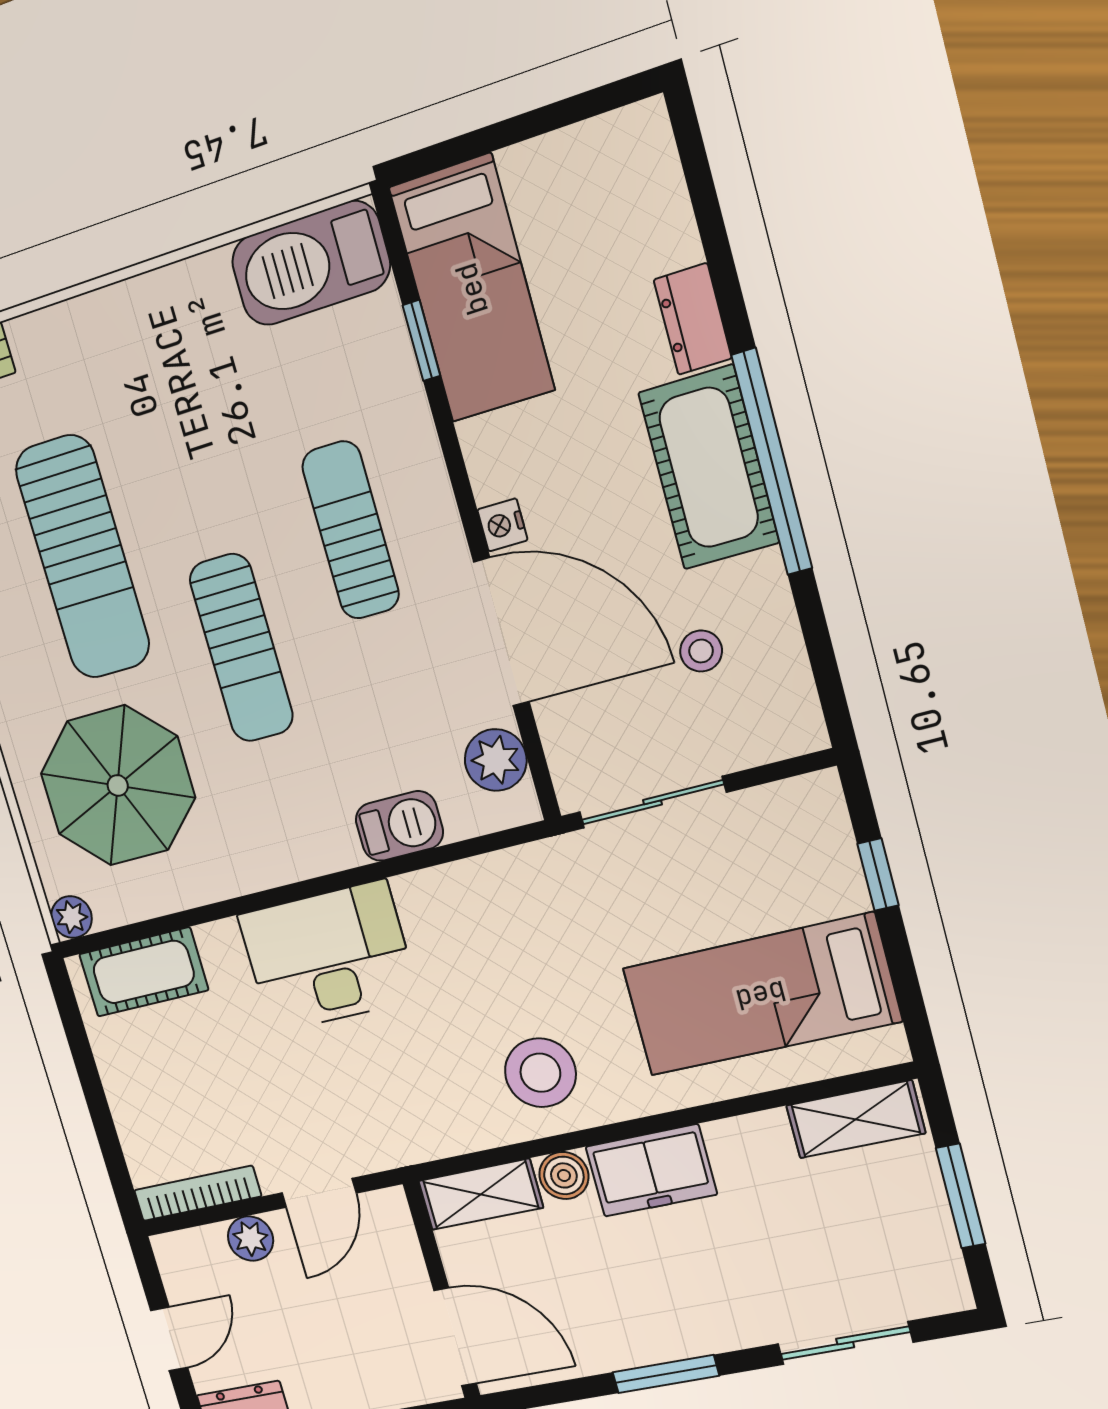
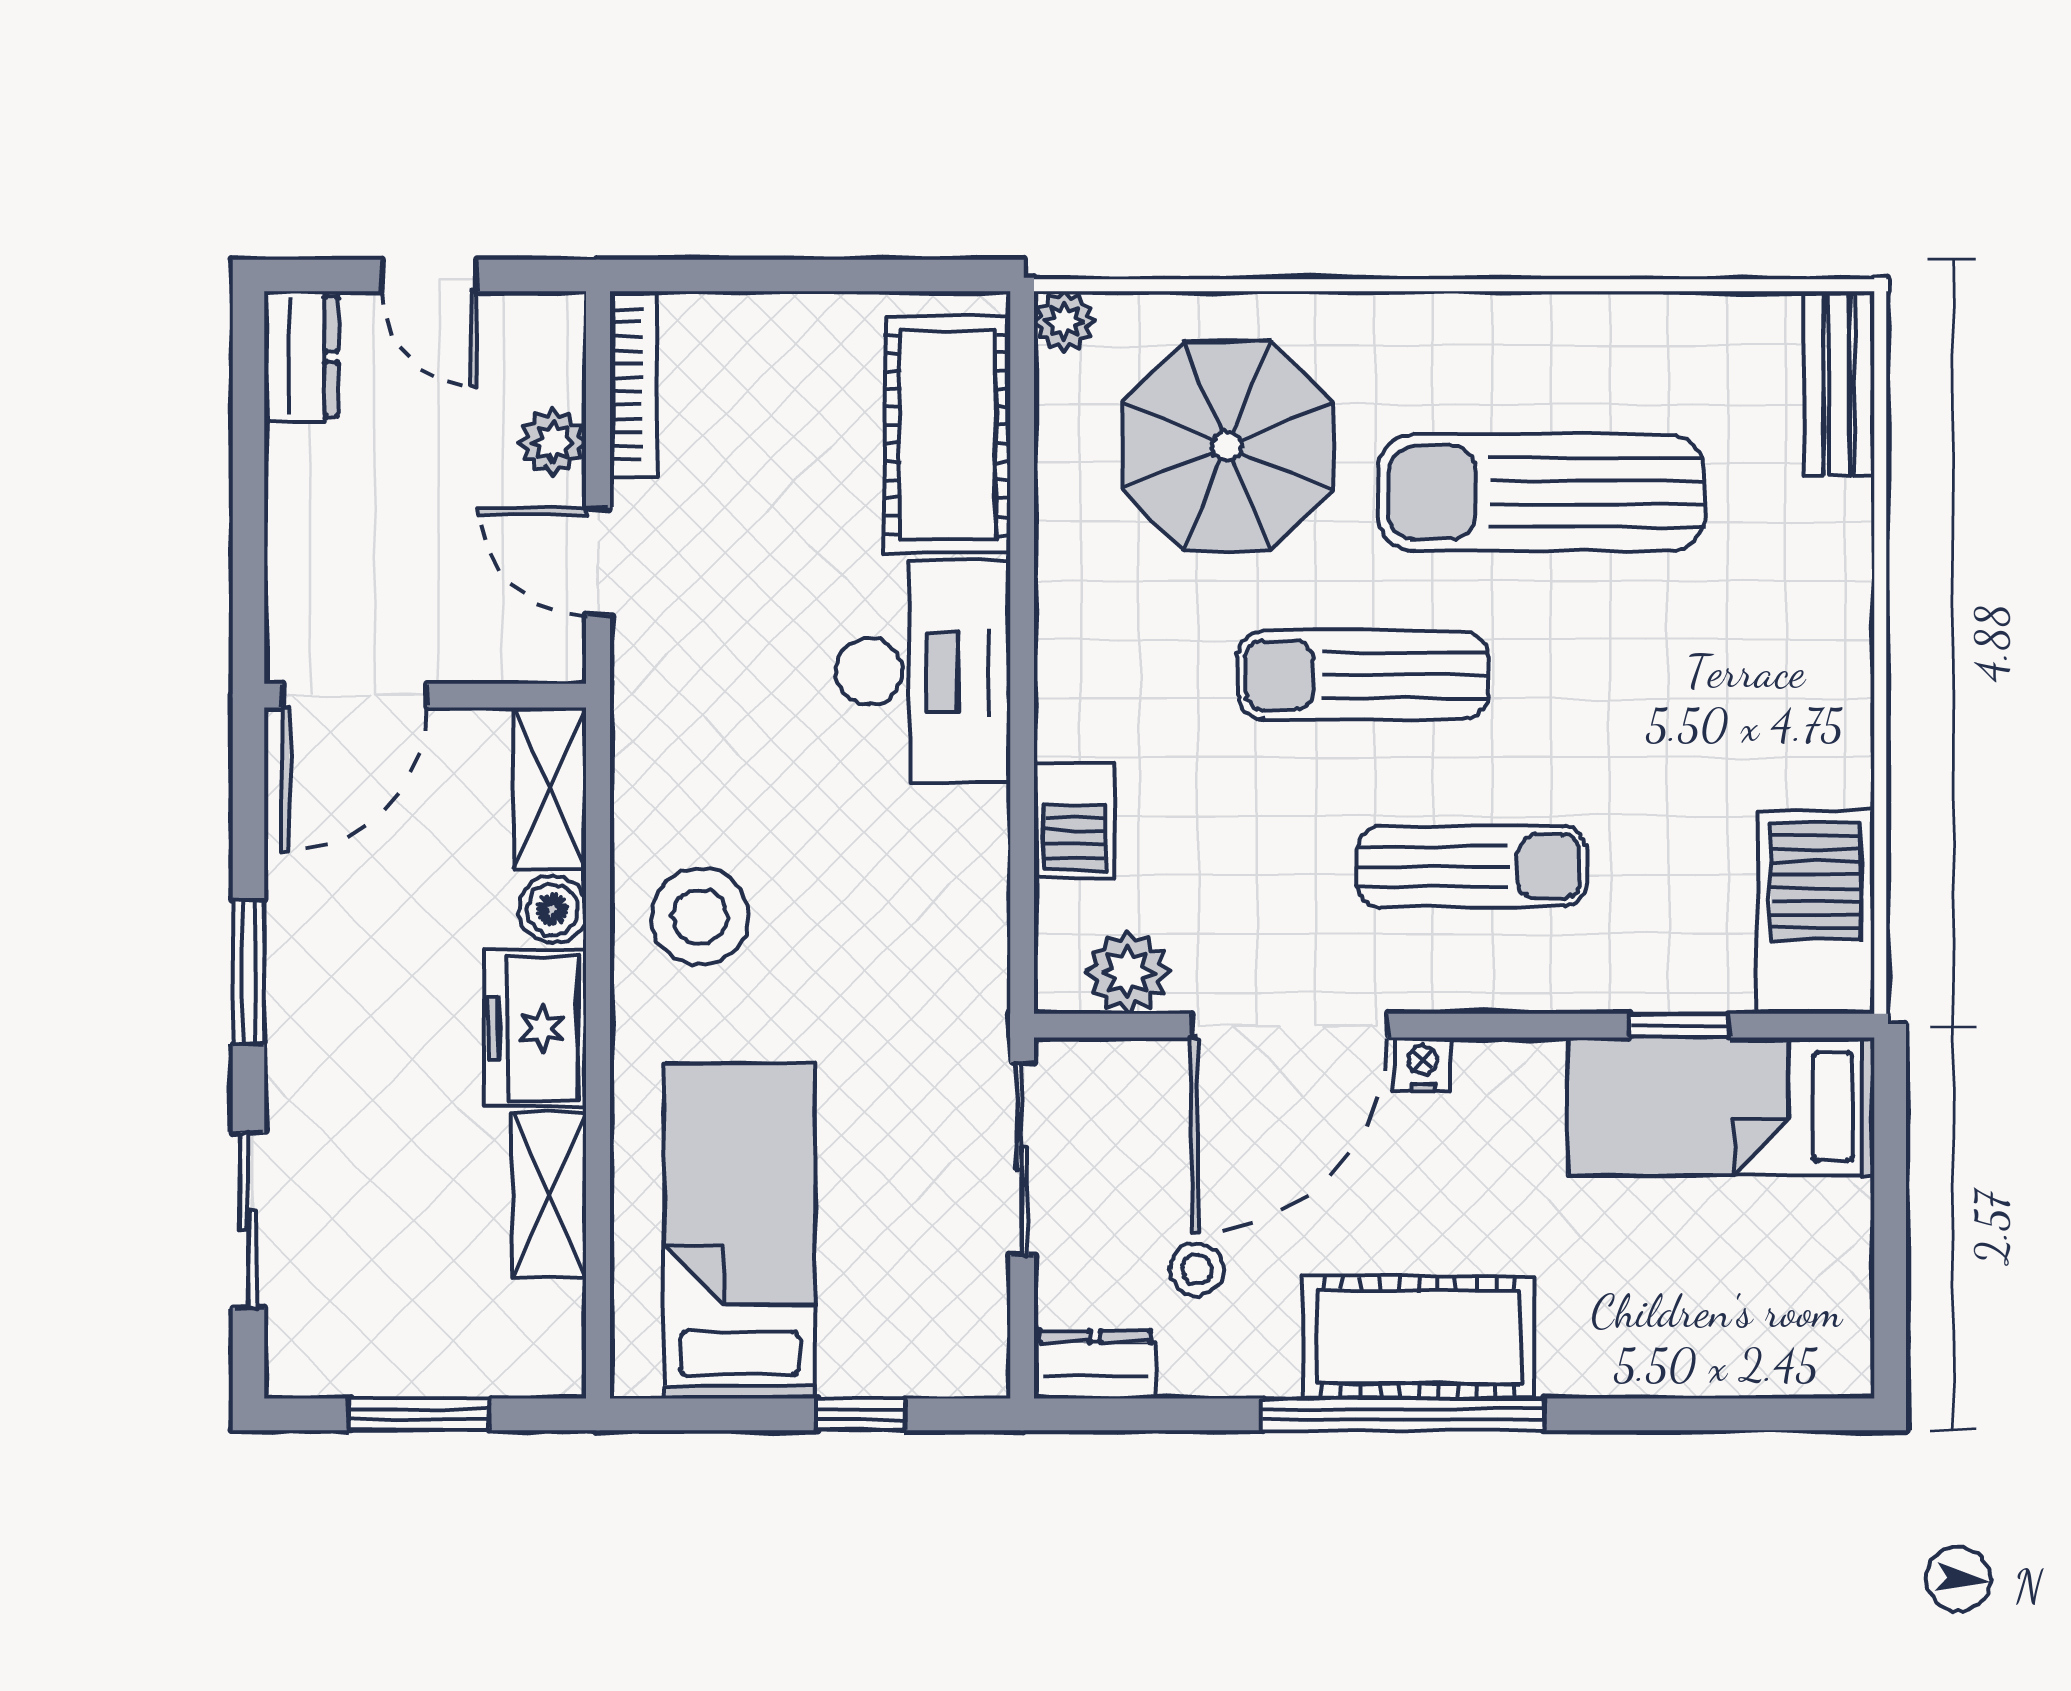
dresser: (693, 319) -> (1095, 1364), moved
cot: (144, 972) -> (947, 435), width x1.37, depth x1.34
shelving: (856, 1119) -> (549, 1195), moved

